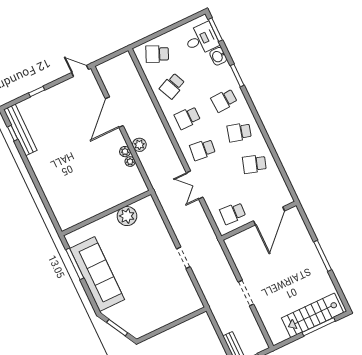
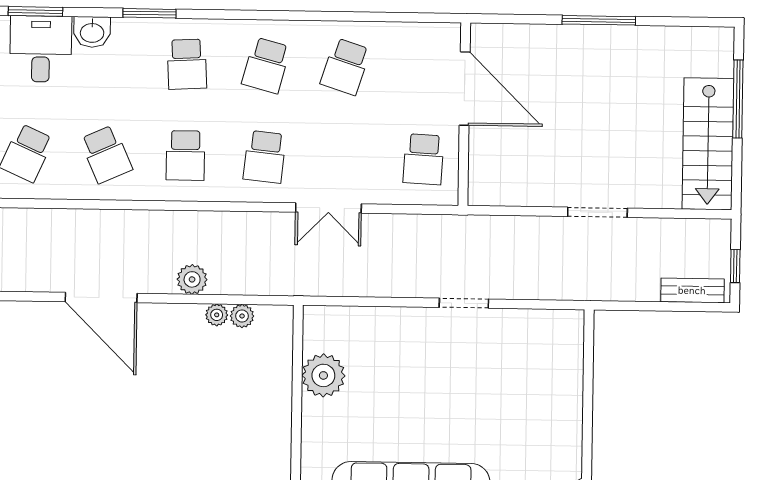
plant: (125, 152) -> (242, 316), moved
stairs: (313, 315) -> (708, 144), moved

